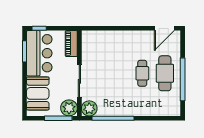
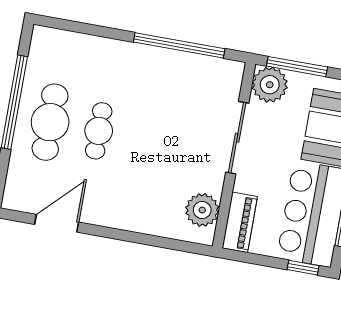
door: (164, 28) -> (57, 223), moved
plant: (89, 108) -> (202, 210), moved

